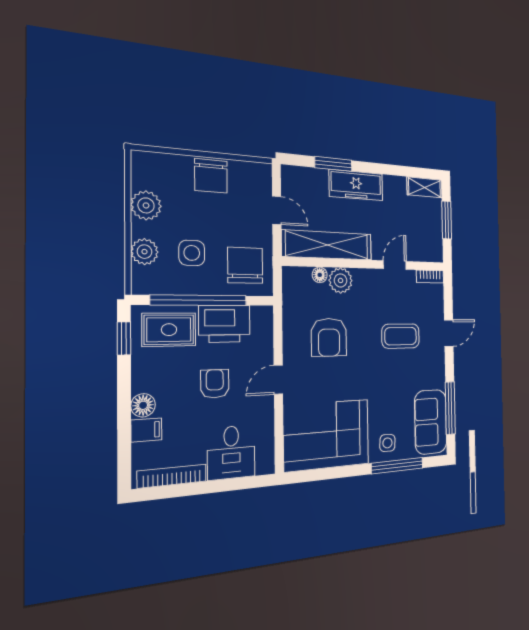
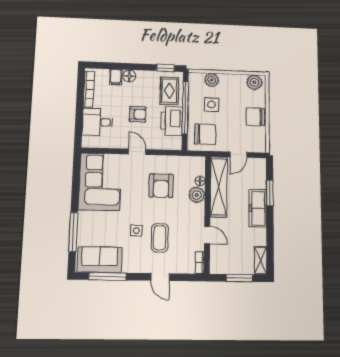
plant: (146, 205) -> (254, 82), moved
armchair: (329, 337) -> (161, 186), turned -90
side table: (387, 443) -> (136, 231), moved

